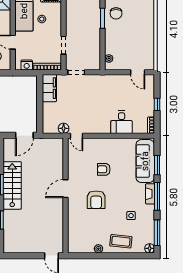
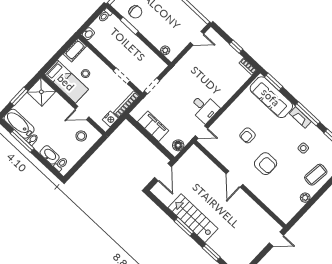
filing cabinet: (49, 88) -> (153, 126), moved
desk: (122, 122) -> (204, 108), moved
floor lamp: (64, 128) -> (178, 145), moved
window: (157, 165) -> (274, 82), moved

